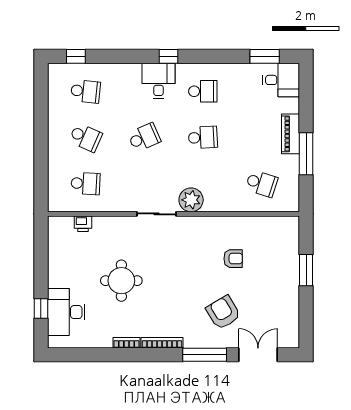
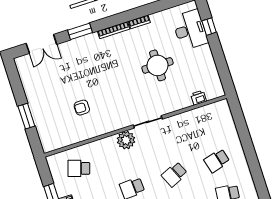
school desk: (86, 137) -> (217, 161), turned -39
school desk: (86, 184) -> (206, 127), removed
armchair: (223, 312) -> (76, 66), removed
window: (205, 355) -> (80, 31), width x0.69

